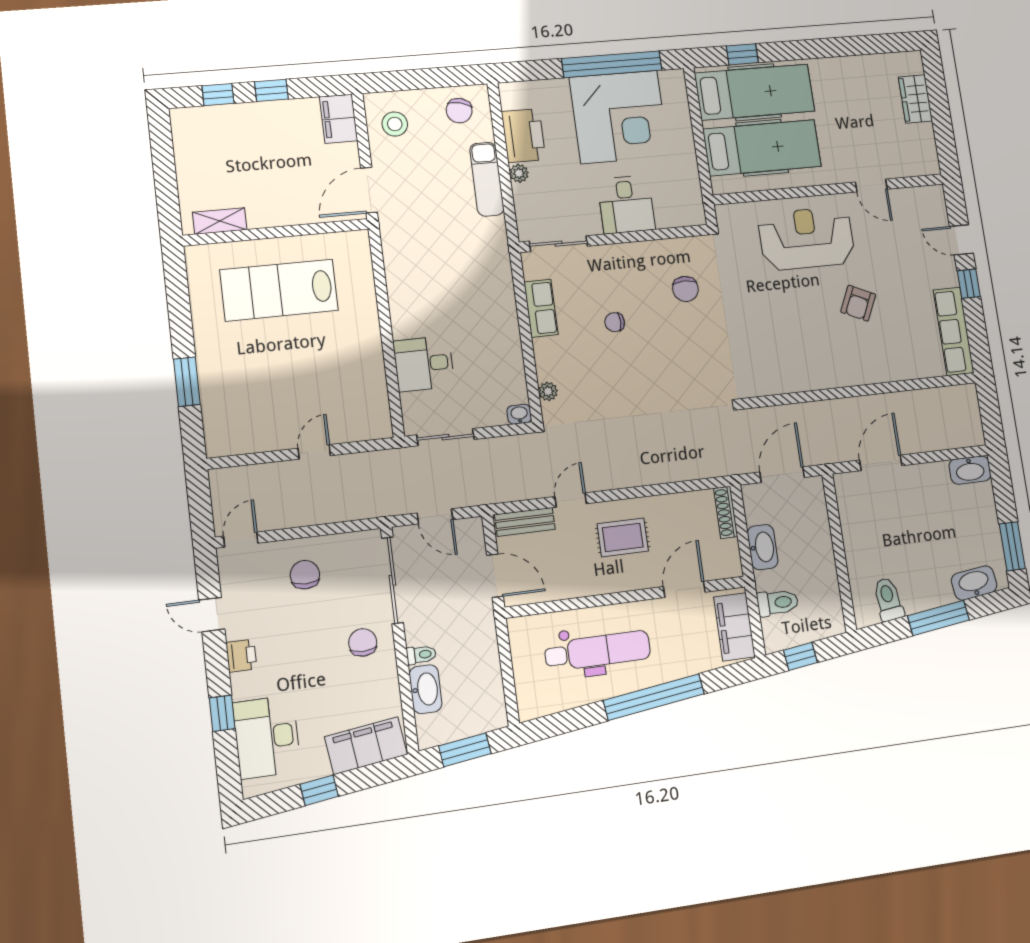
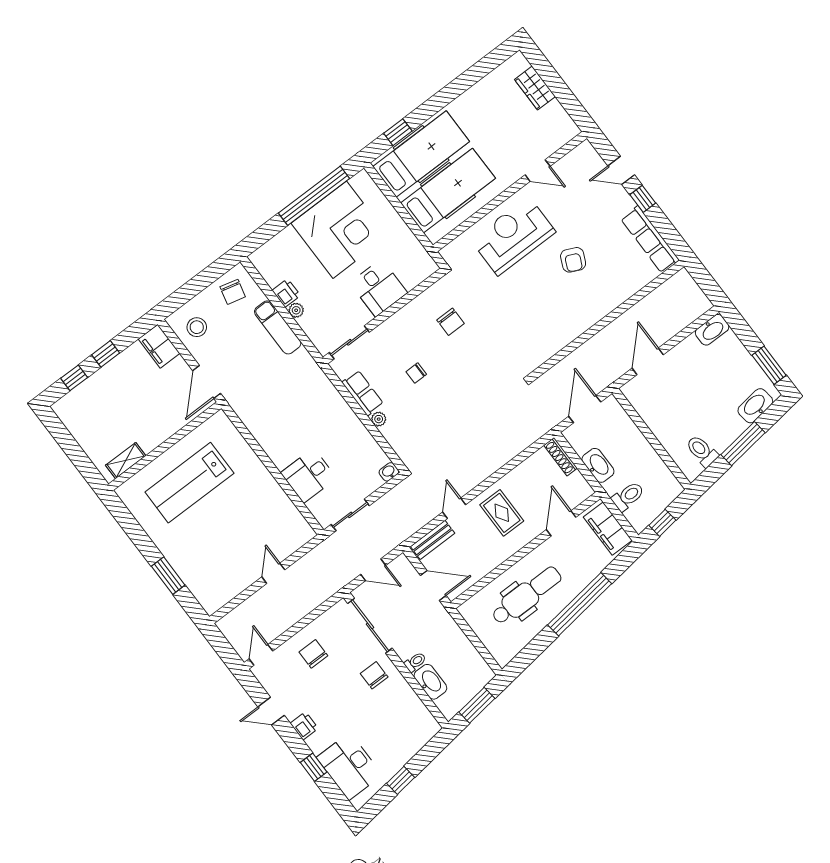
printer: (524, 136) -> (286, 293), width x0.53, depth x0.68
plant: (548, 391) -> (379, 419), moved
rug: (623, 537) -> (502, 513), turned 90
filing cabinet: (366, 746) -> (414, 737), removed

